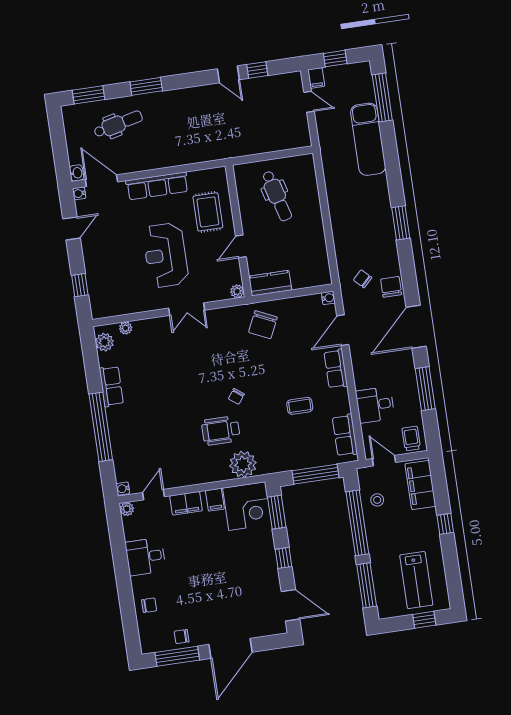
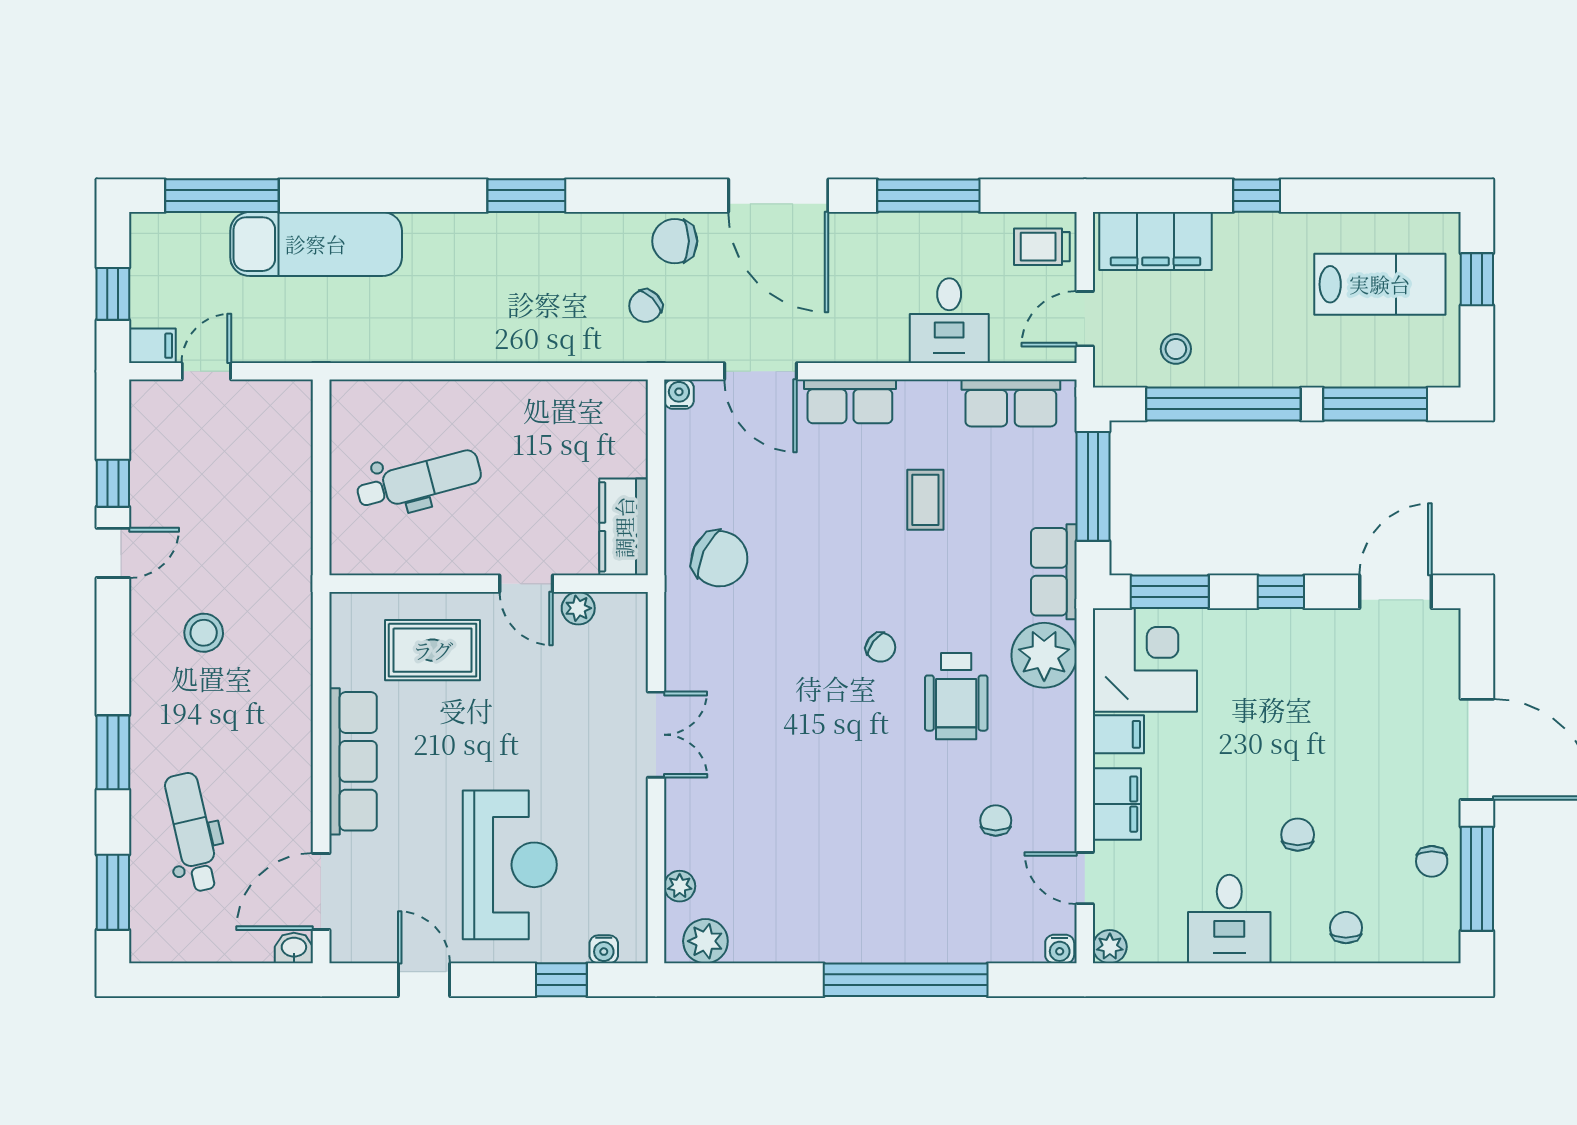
stool: (201, 117) -> (204, 633), added
water cooler: (79, 193) -> (604, 949), moved
reception desk: (166, 255) -> (510, 865), moved, turned -90
plant: (237, 291) -> (578, 608), moved
row of seats: (111, 386) -> (1054, 572), moved, turned -90
chair: (172, 454) -> (996, 820), added
chair: (184, 580) -> (1298, 835), added

